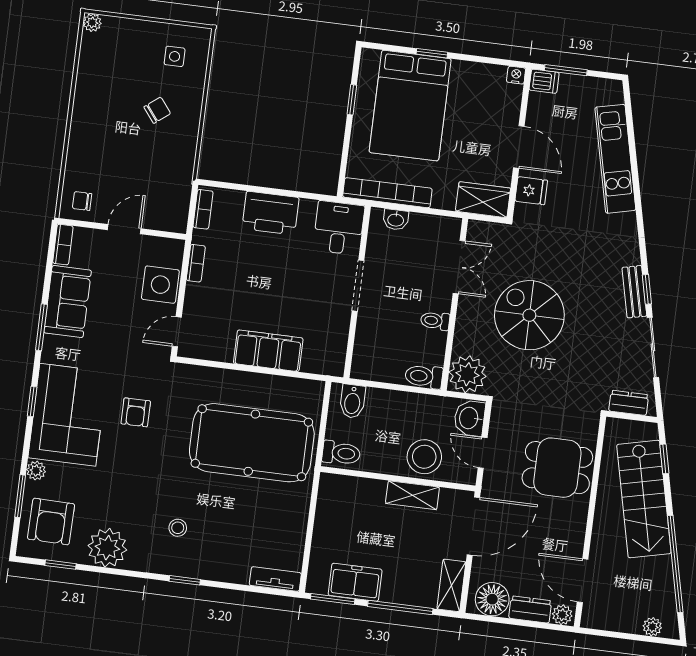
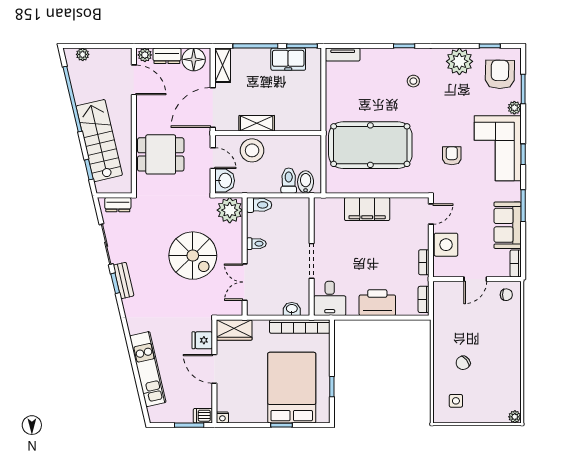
toilet: (341, 453) -> (289, 181), moved, turned 90

